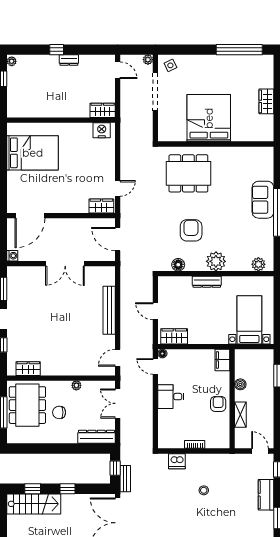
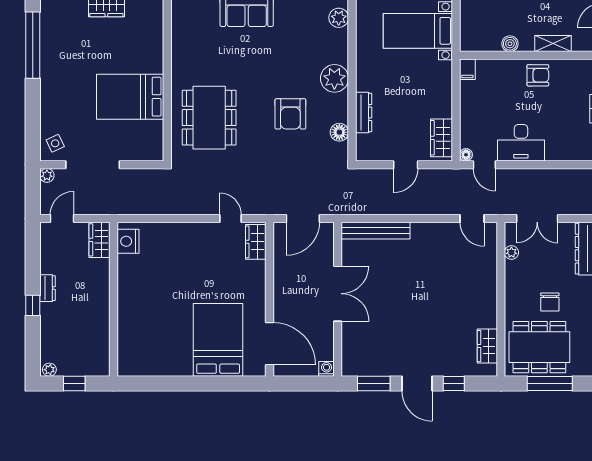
wardrobe: (103, 110) -> (100, 240), moved
bed: (209, 118) -> (130, 97), width x0.73
wall: (61, 120) -> (113, 299), moved
nightstand: (102, 130) -> (128, 241), moved
bed: (33, 153) -> (218, 340), moved
armchair: (191, 230) -> (290, 114), turned -90
dresser: (207, 282) -> (364, 113), moved
bench: (109, 310) -> (376, 231), moved
filing cabinet: (222, 360) -> (467, 69), width x0.50
door: (155, 366) -> (484, 165), hinge flipped
plant: (76, 385) -> (511, 252), moved
desk: (171, 397) -> (521, 143), width x1.37
armchair: (218, 404) -> (538, 75), turned 180

